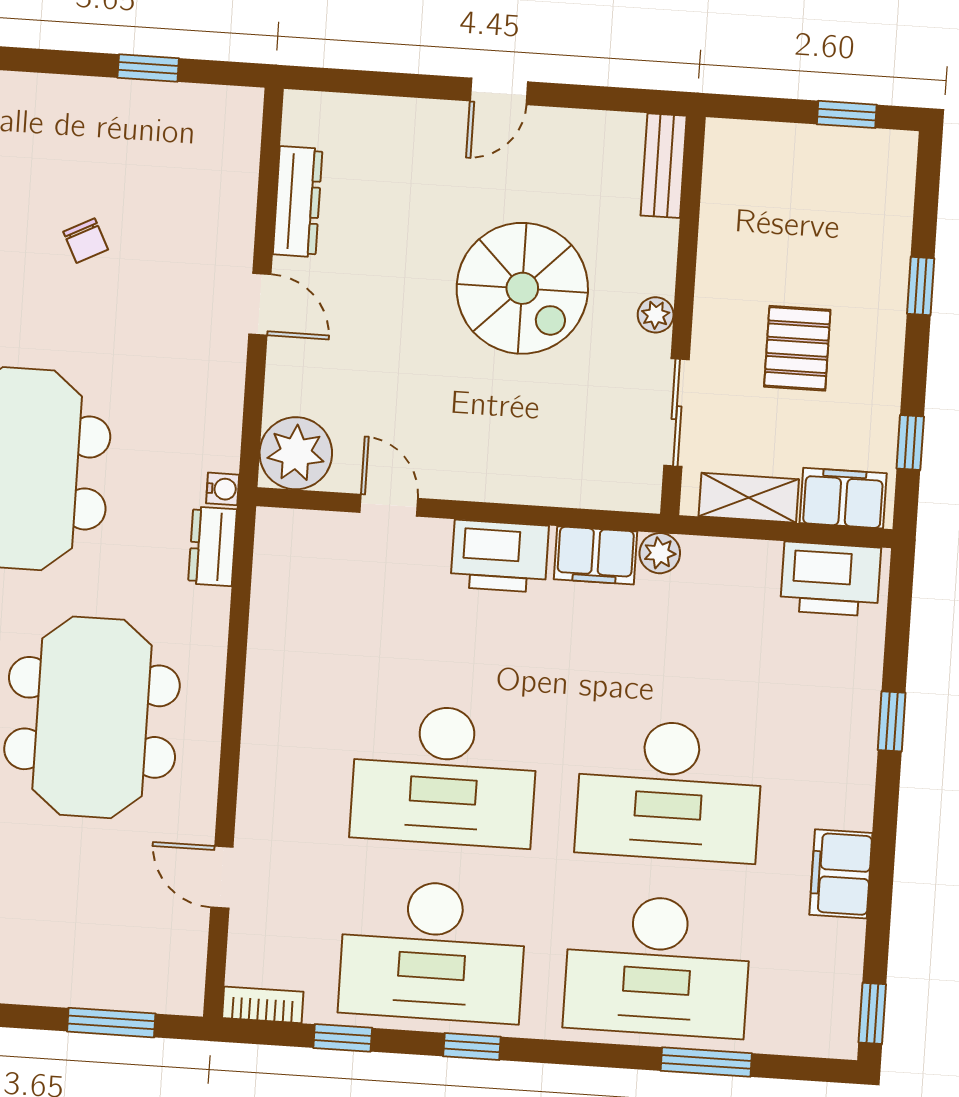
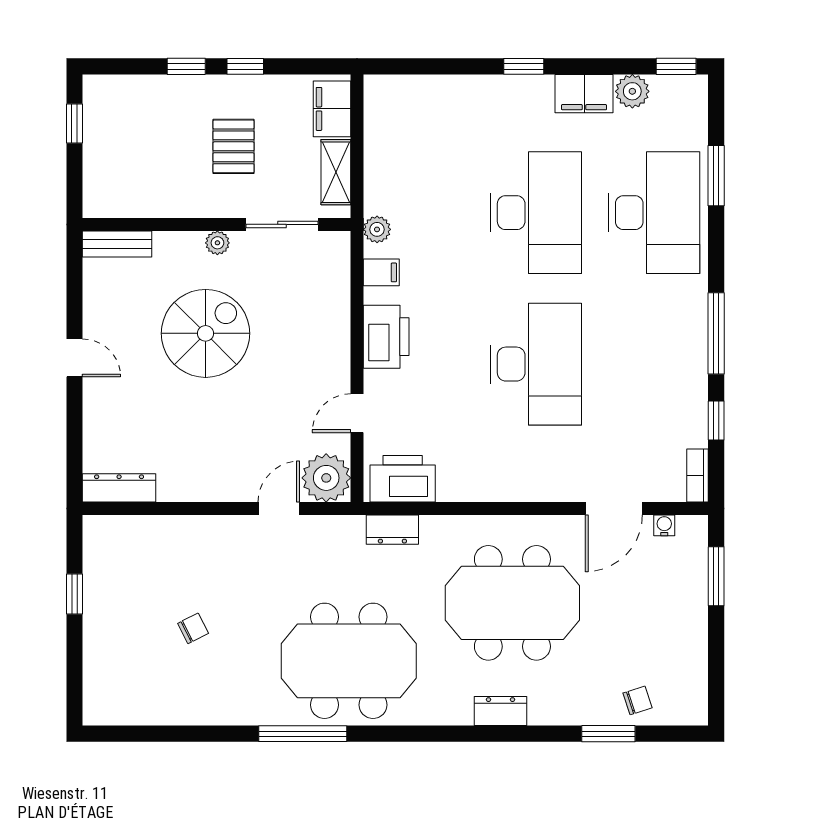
dresser: (298, 202) -> (119, 488), moved
door: (260, 304) -> (279, 509), moved
pallet: (797, 348) -> (233, 146), turned 90
window: (910, 442) -> (245, 66), moved
water cooler: (223, 489) -> (664, 525), moved
filing cabinet: (595, 555) -> (381, 272), width x0.50
printer: (831, 579) -> (403, 479), moved, turned -90
window: (892, 721) -> (524, 66), moved
door: (222, 877) -> (614, 509), width x1.37
plant: (840, 946) -> (632, 91), added
desk: (433, 951) -> (654, 364), removed
window: (472, 1047) -> (716, 333), width x2.17

